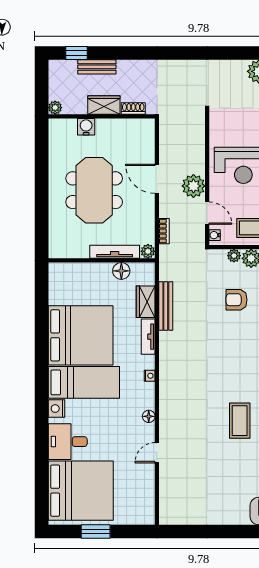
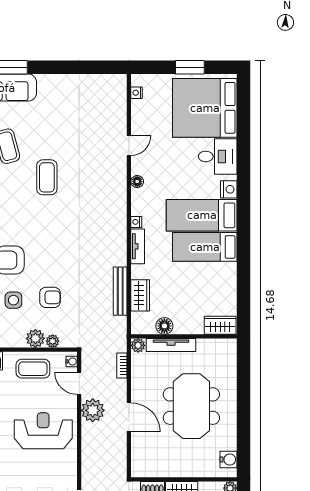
water cooler: (86, 127) -> (228, 460), moved, turned -90
wardrobe: (65, 272) -> (220, 325), added
bed: (81, 335) -> (205, 247), width x0.49
tv unit: (148, 337) -> (138, 246), moved
nightstand: (149, 506) -> (137, 93), added

